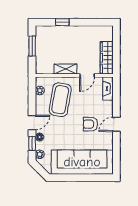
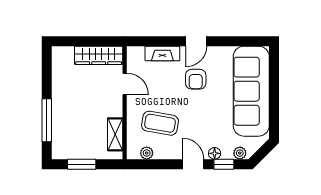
window: (62, 22) -> (47, 120), width x2.17
shelving: (66, 69) -> (115, 134), moved
fireplace: (108, 89) -> (162, 53), moved
coffee table: (60, 100) -> (160, 123), width x0.73, depth x0.76
door: (116, 124) -> (196, 41), hinge flipped

